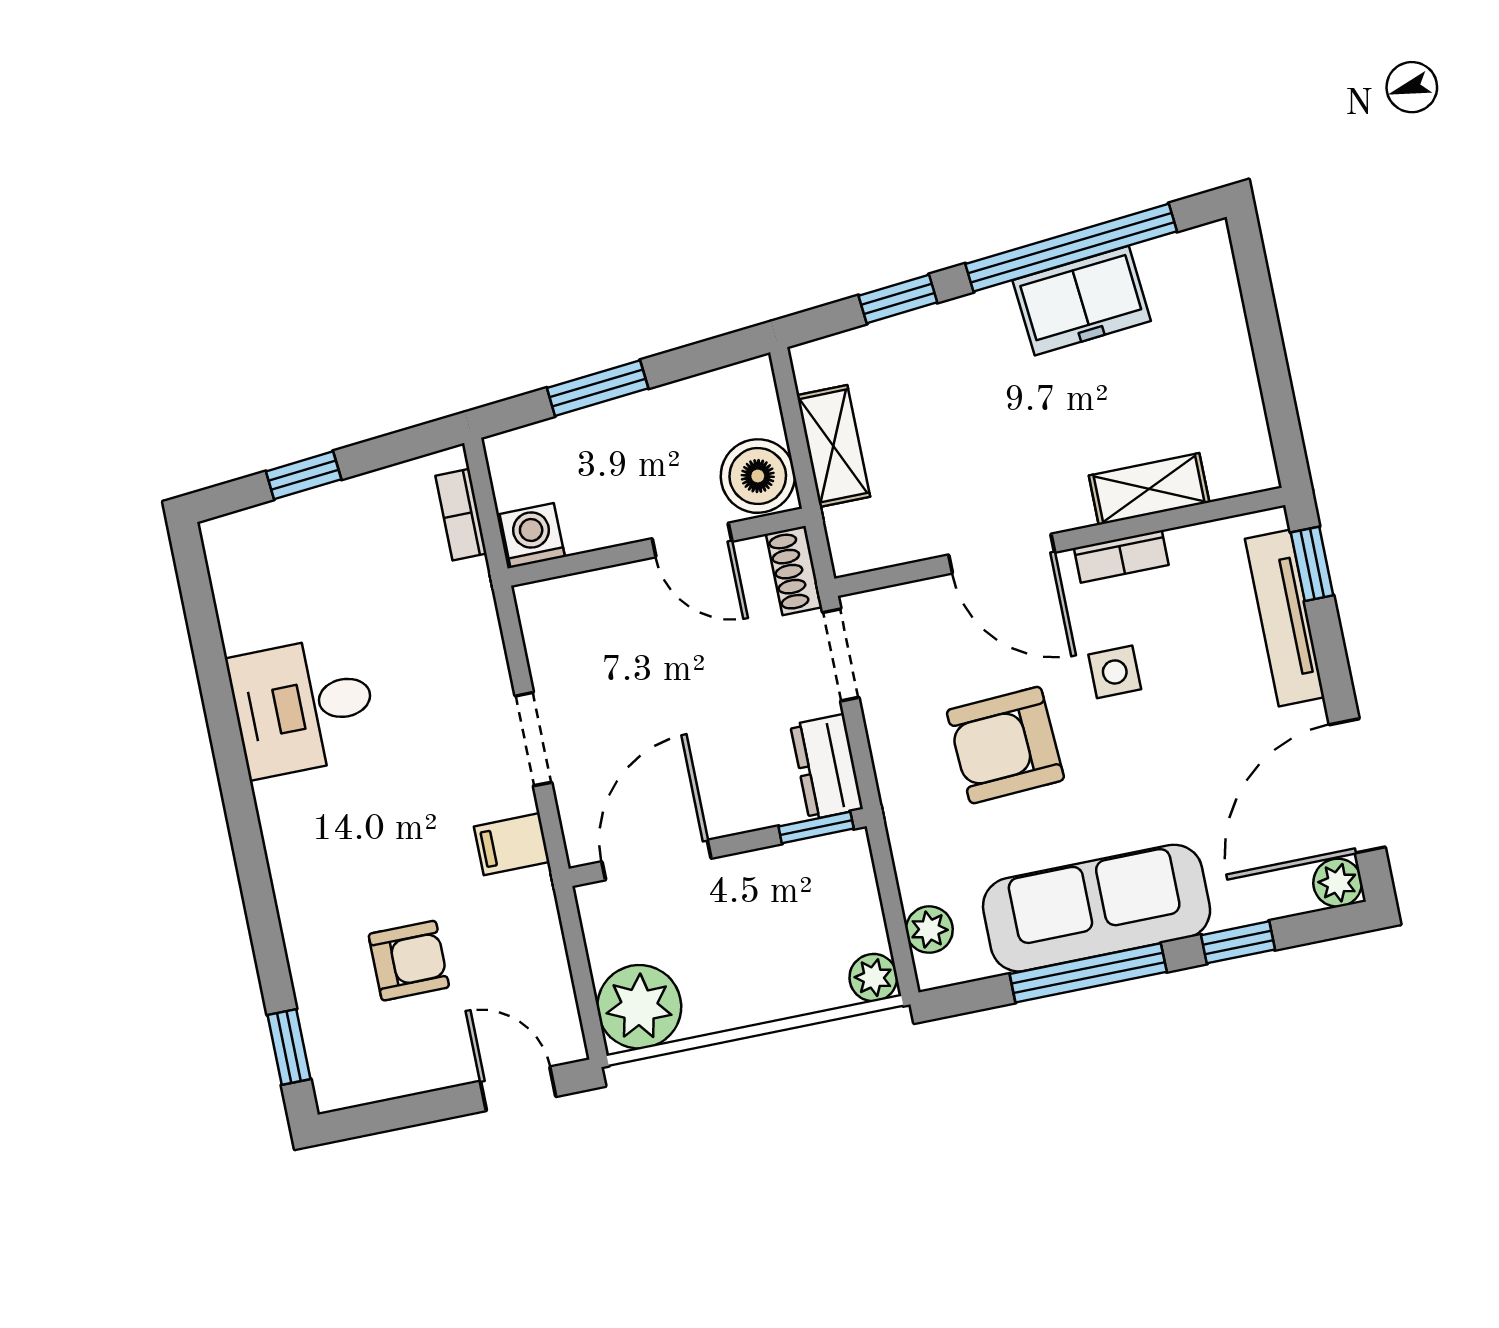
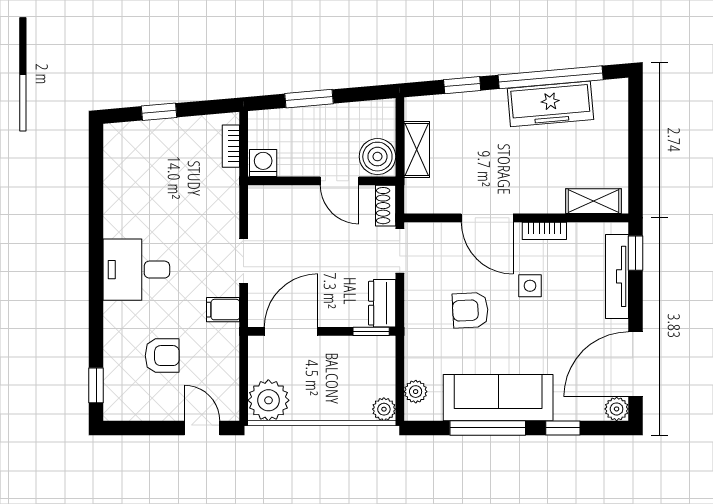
freezer: (1082, 301) -> (550, 104), width x1.40
shelving: (1149, 489) -> (593, 201), moved
desk: (303, 706) -> (136, 270), moved
armchair: (1005, 745) -> (470, 310), width x0.72, depth x0.72

